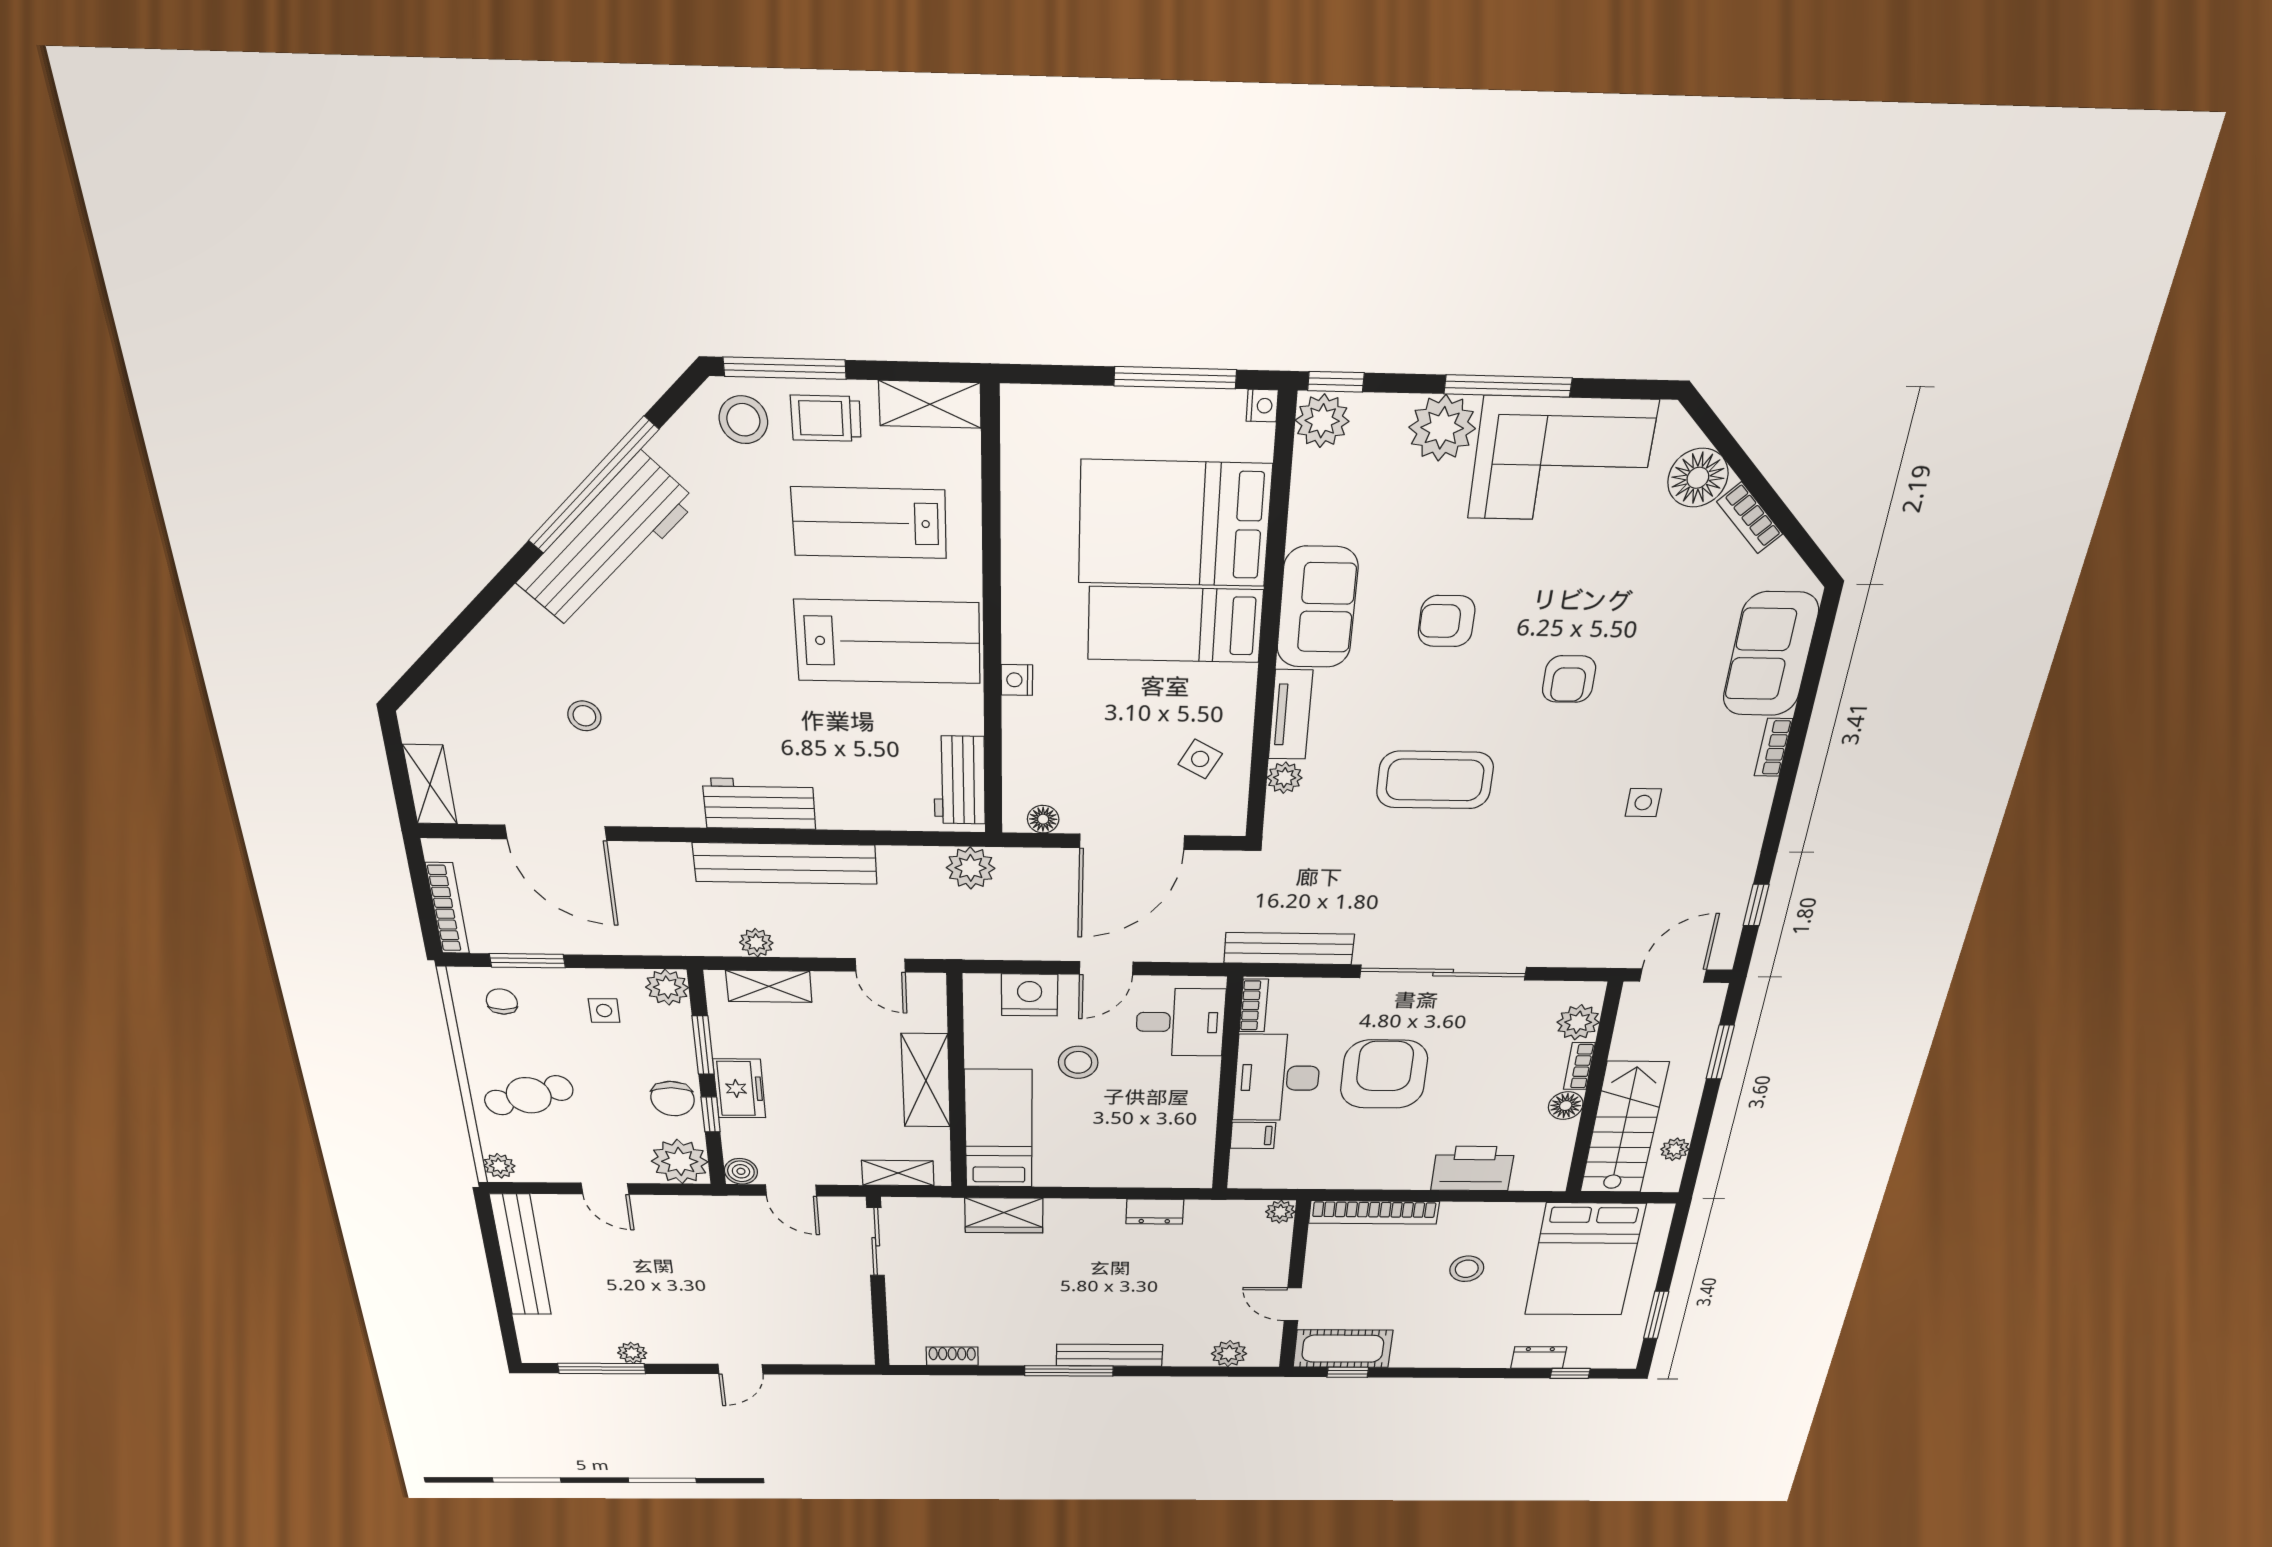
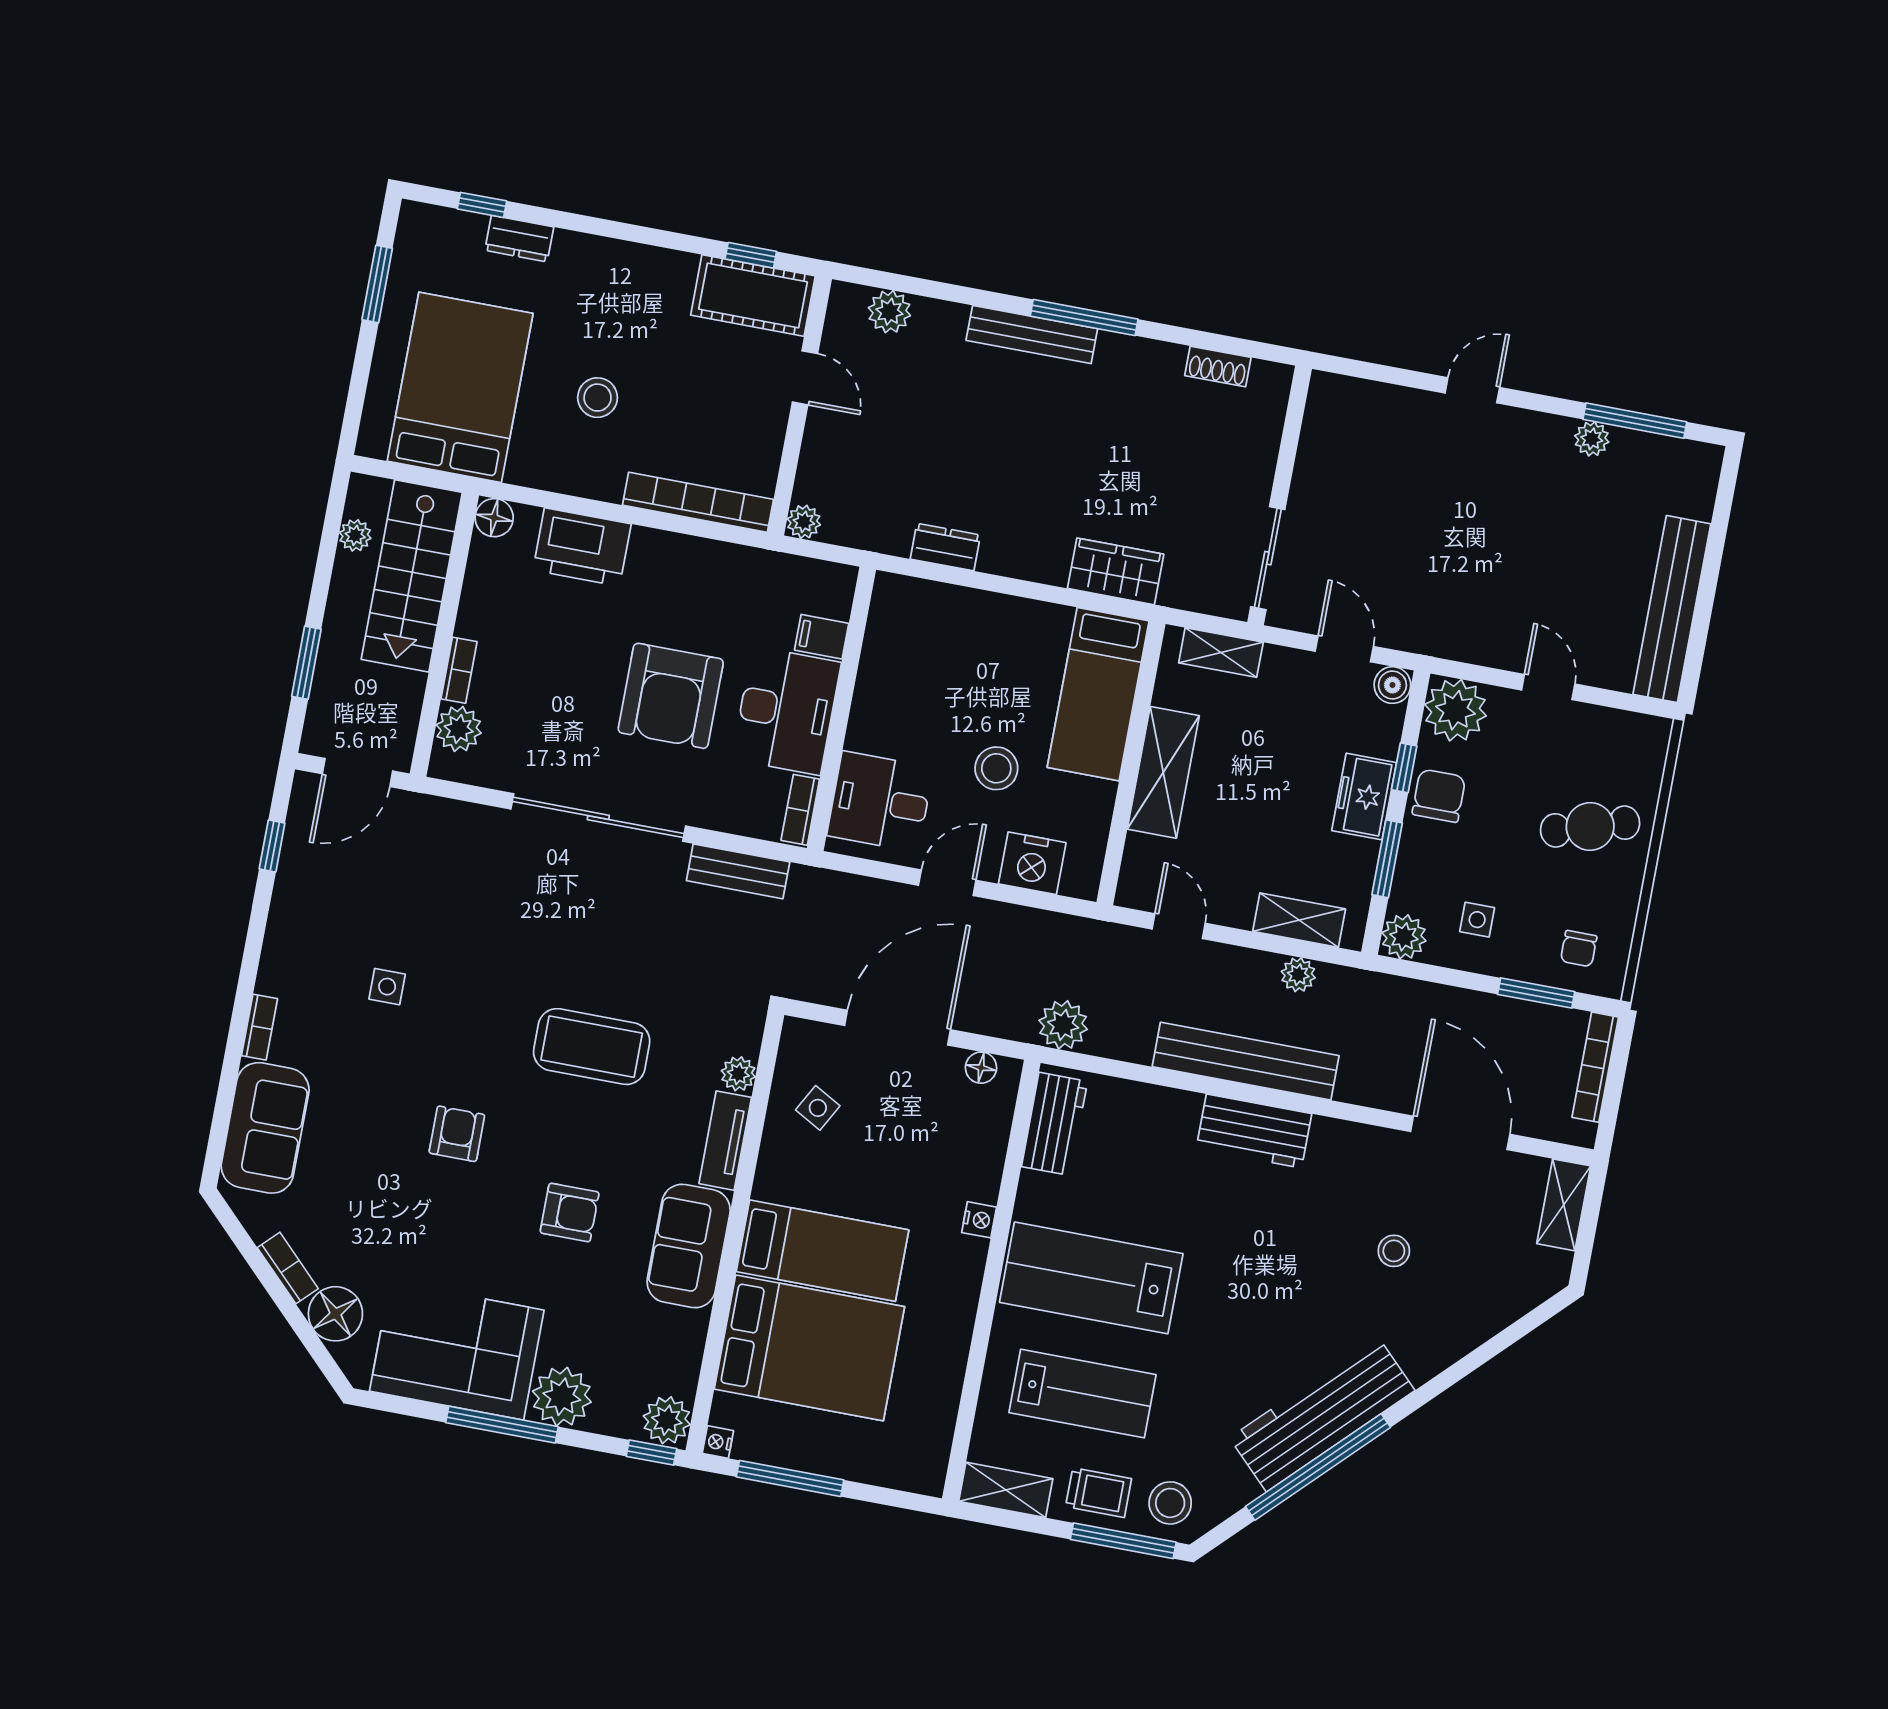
bench: (1289, 949) -> (738, 871), width x0.73
floor lamp: (1566, 1106) -> (494, 518), moved
plant: (499, 1166) -> (1653, 739), removed

